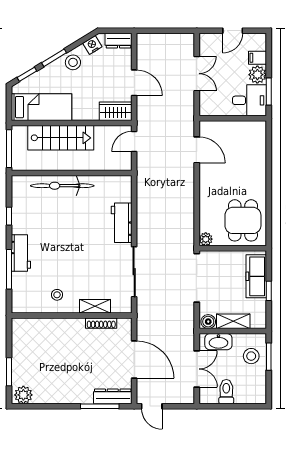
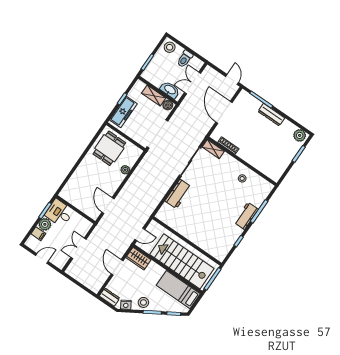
stairs: (61, 138) -> (182, 261), width x1.36, depth x1.51
bicycle: (62, 186) -> (197, 237), removed
plant: (206, 239) -> (125, 170), moved
shelving: (95, 306) -> (213, 149), moved
stool: (251, 356) -> (170, 47), moved
dresser: (113, 396) -> (271, 115), moved

